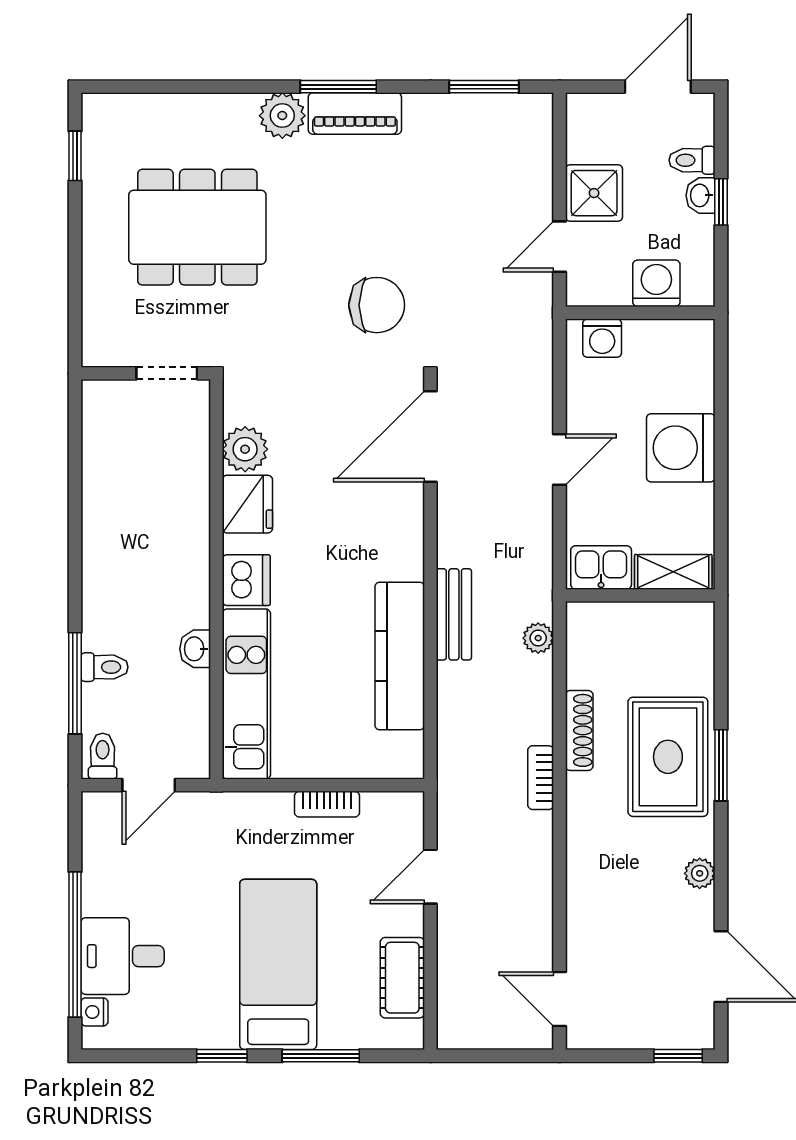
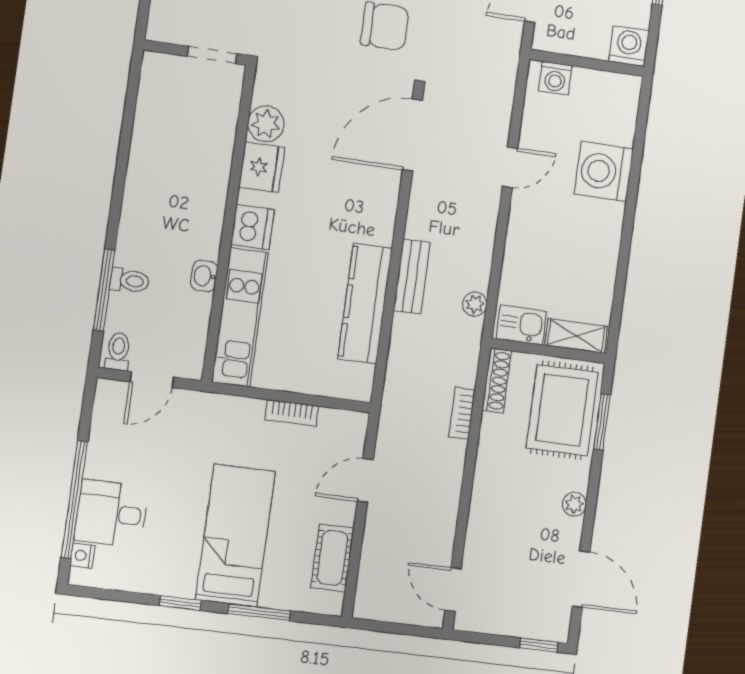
washing machine: (656, 283) -> (629, 46), moved
kitchen sink: (601, 567) -> (521, 325), moved
shelving: (673, 572) -> (576, 336), moved
wall: (640, 595) -> (548, 351), moved

